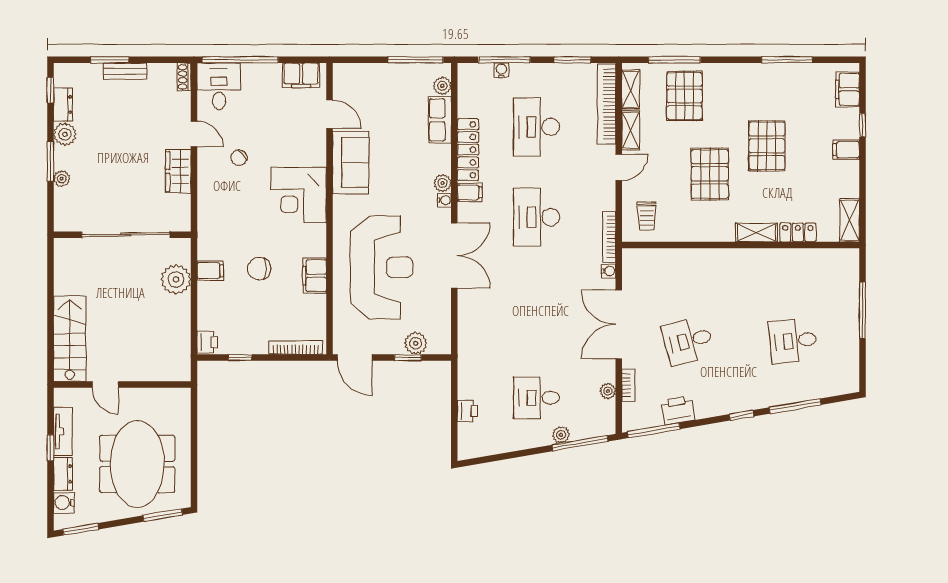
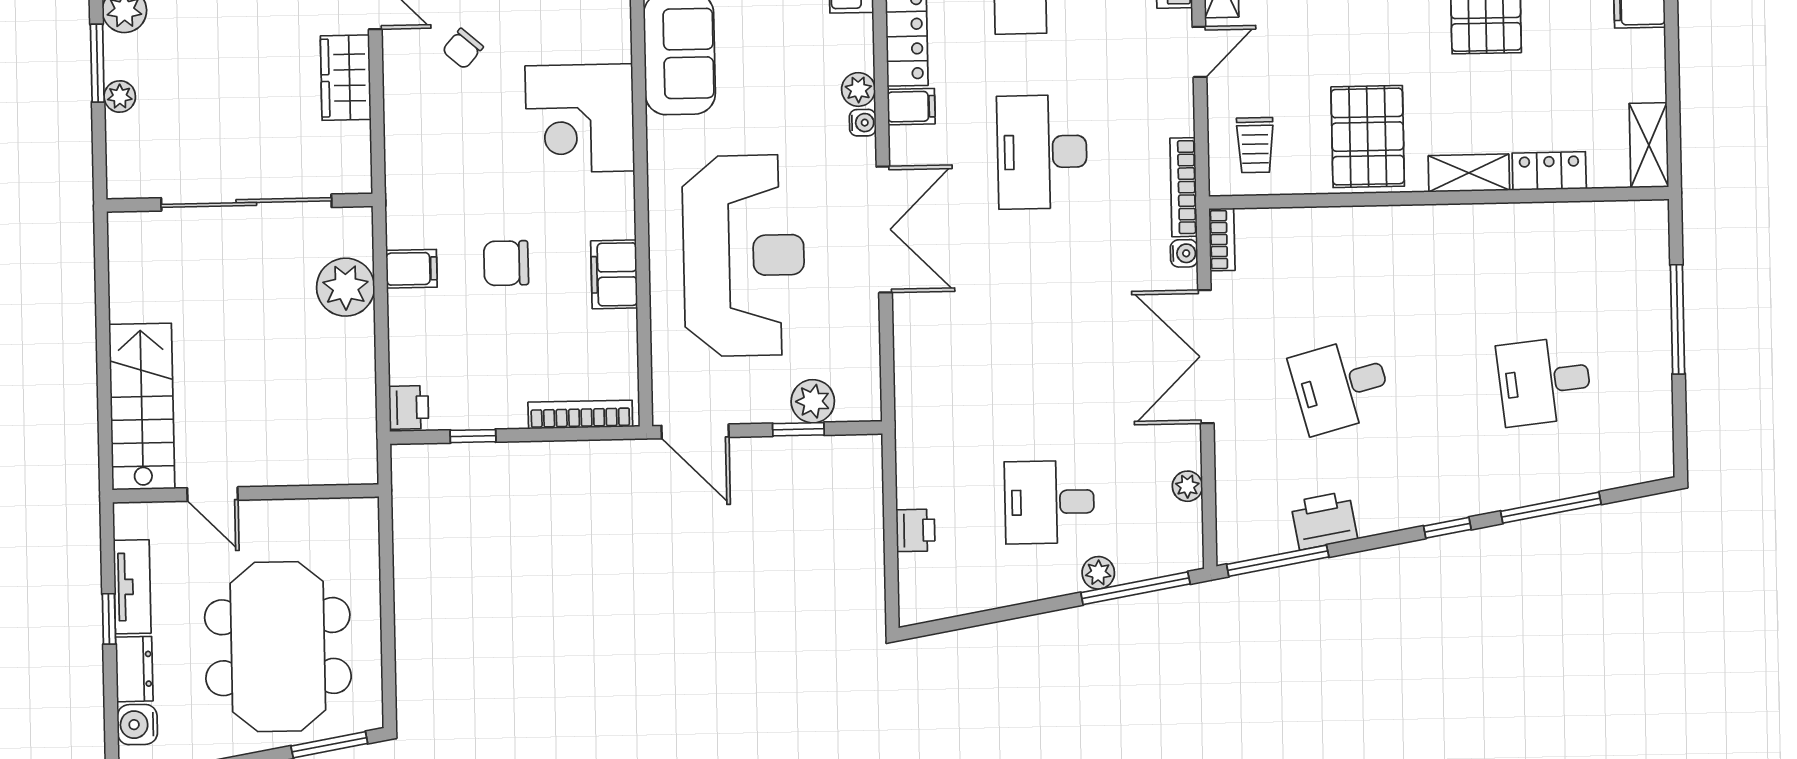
pallet: (710, 174) -> (1368, 137), moved
bookcase: (628, 385) -> (1222, 240), moved

